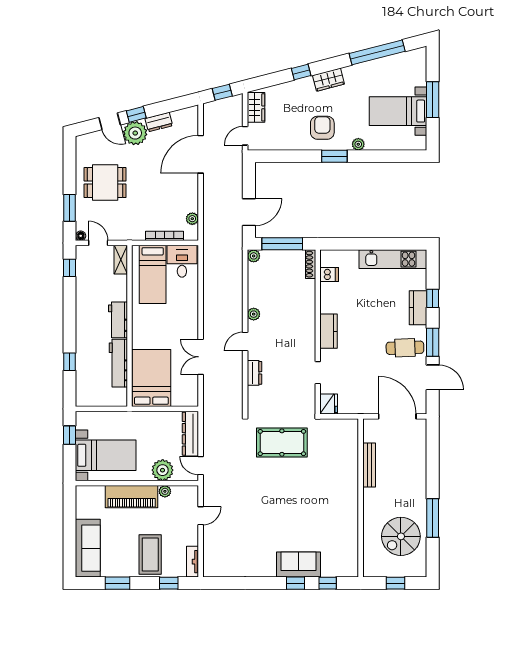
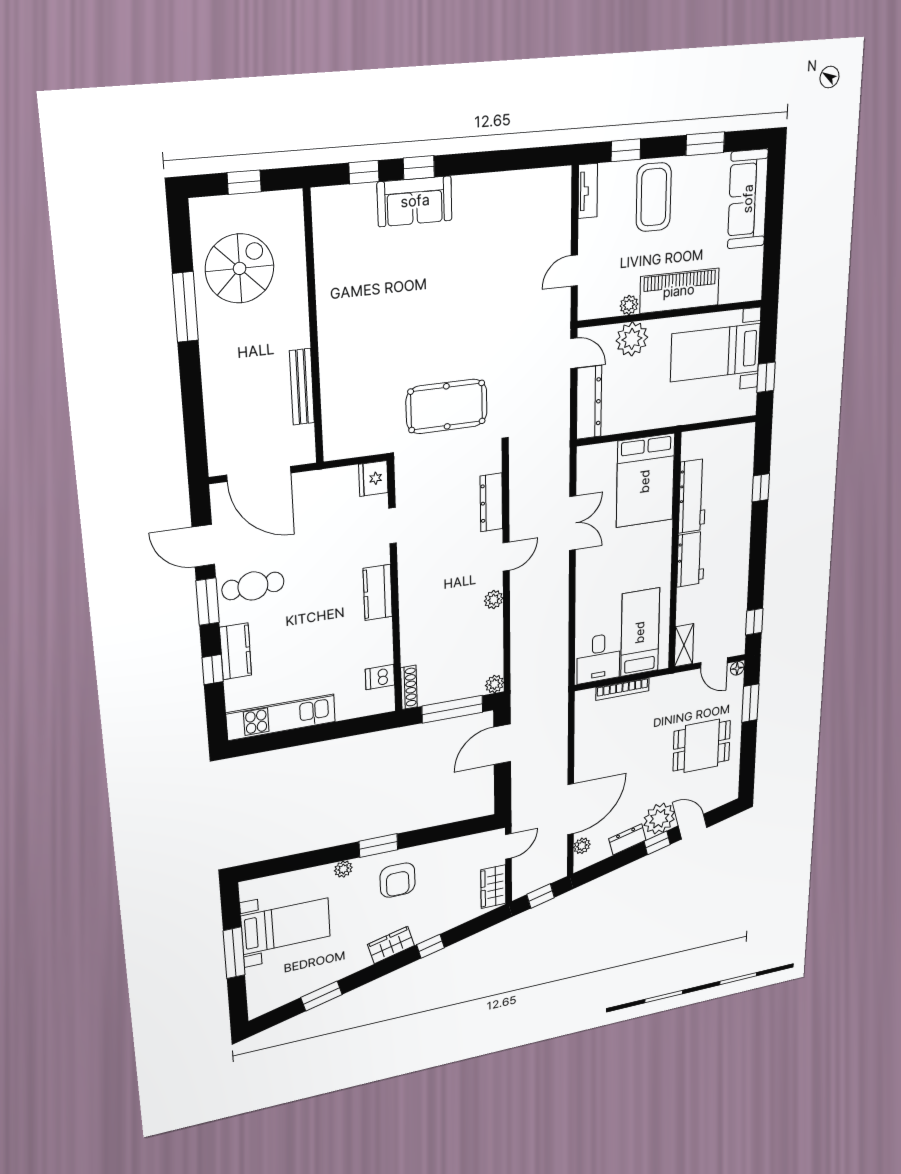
window: (377, 52) -> (321, 996), width x0.47
plant: (192, 219) -> (582, 846), moved
dresser: (254, 373) -> (491, 502), width x1.44

